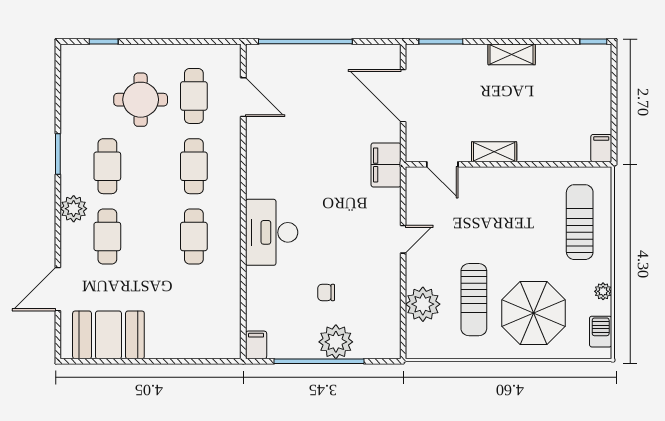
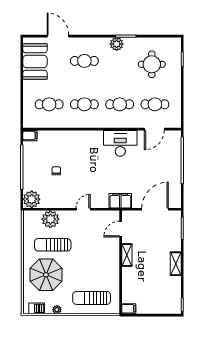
round table: (141, 100) -> (152, 64), moved
cafe table: (107, 166) -> (49, 104), moved
plant: (74, 209) -> (117, 44), moved
sun lounger: (580, 222) -> (92, 298), turned 180
desk: (272, 232) -> (120, 143), moved
door: (403, 239) -> (83, 209), swing flipped
plant: (336, 342) -> (32, 199), moved

